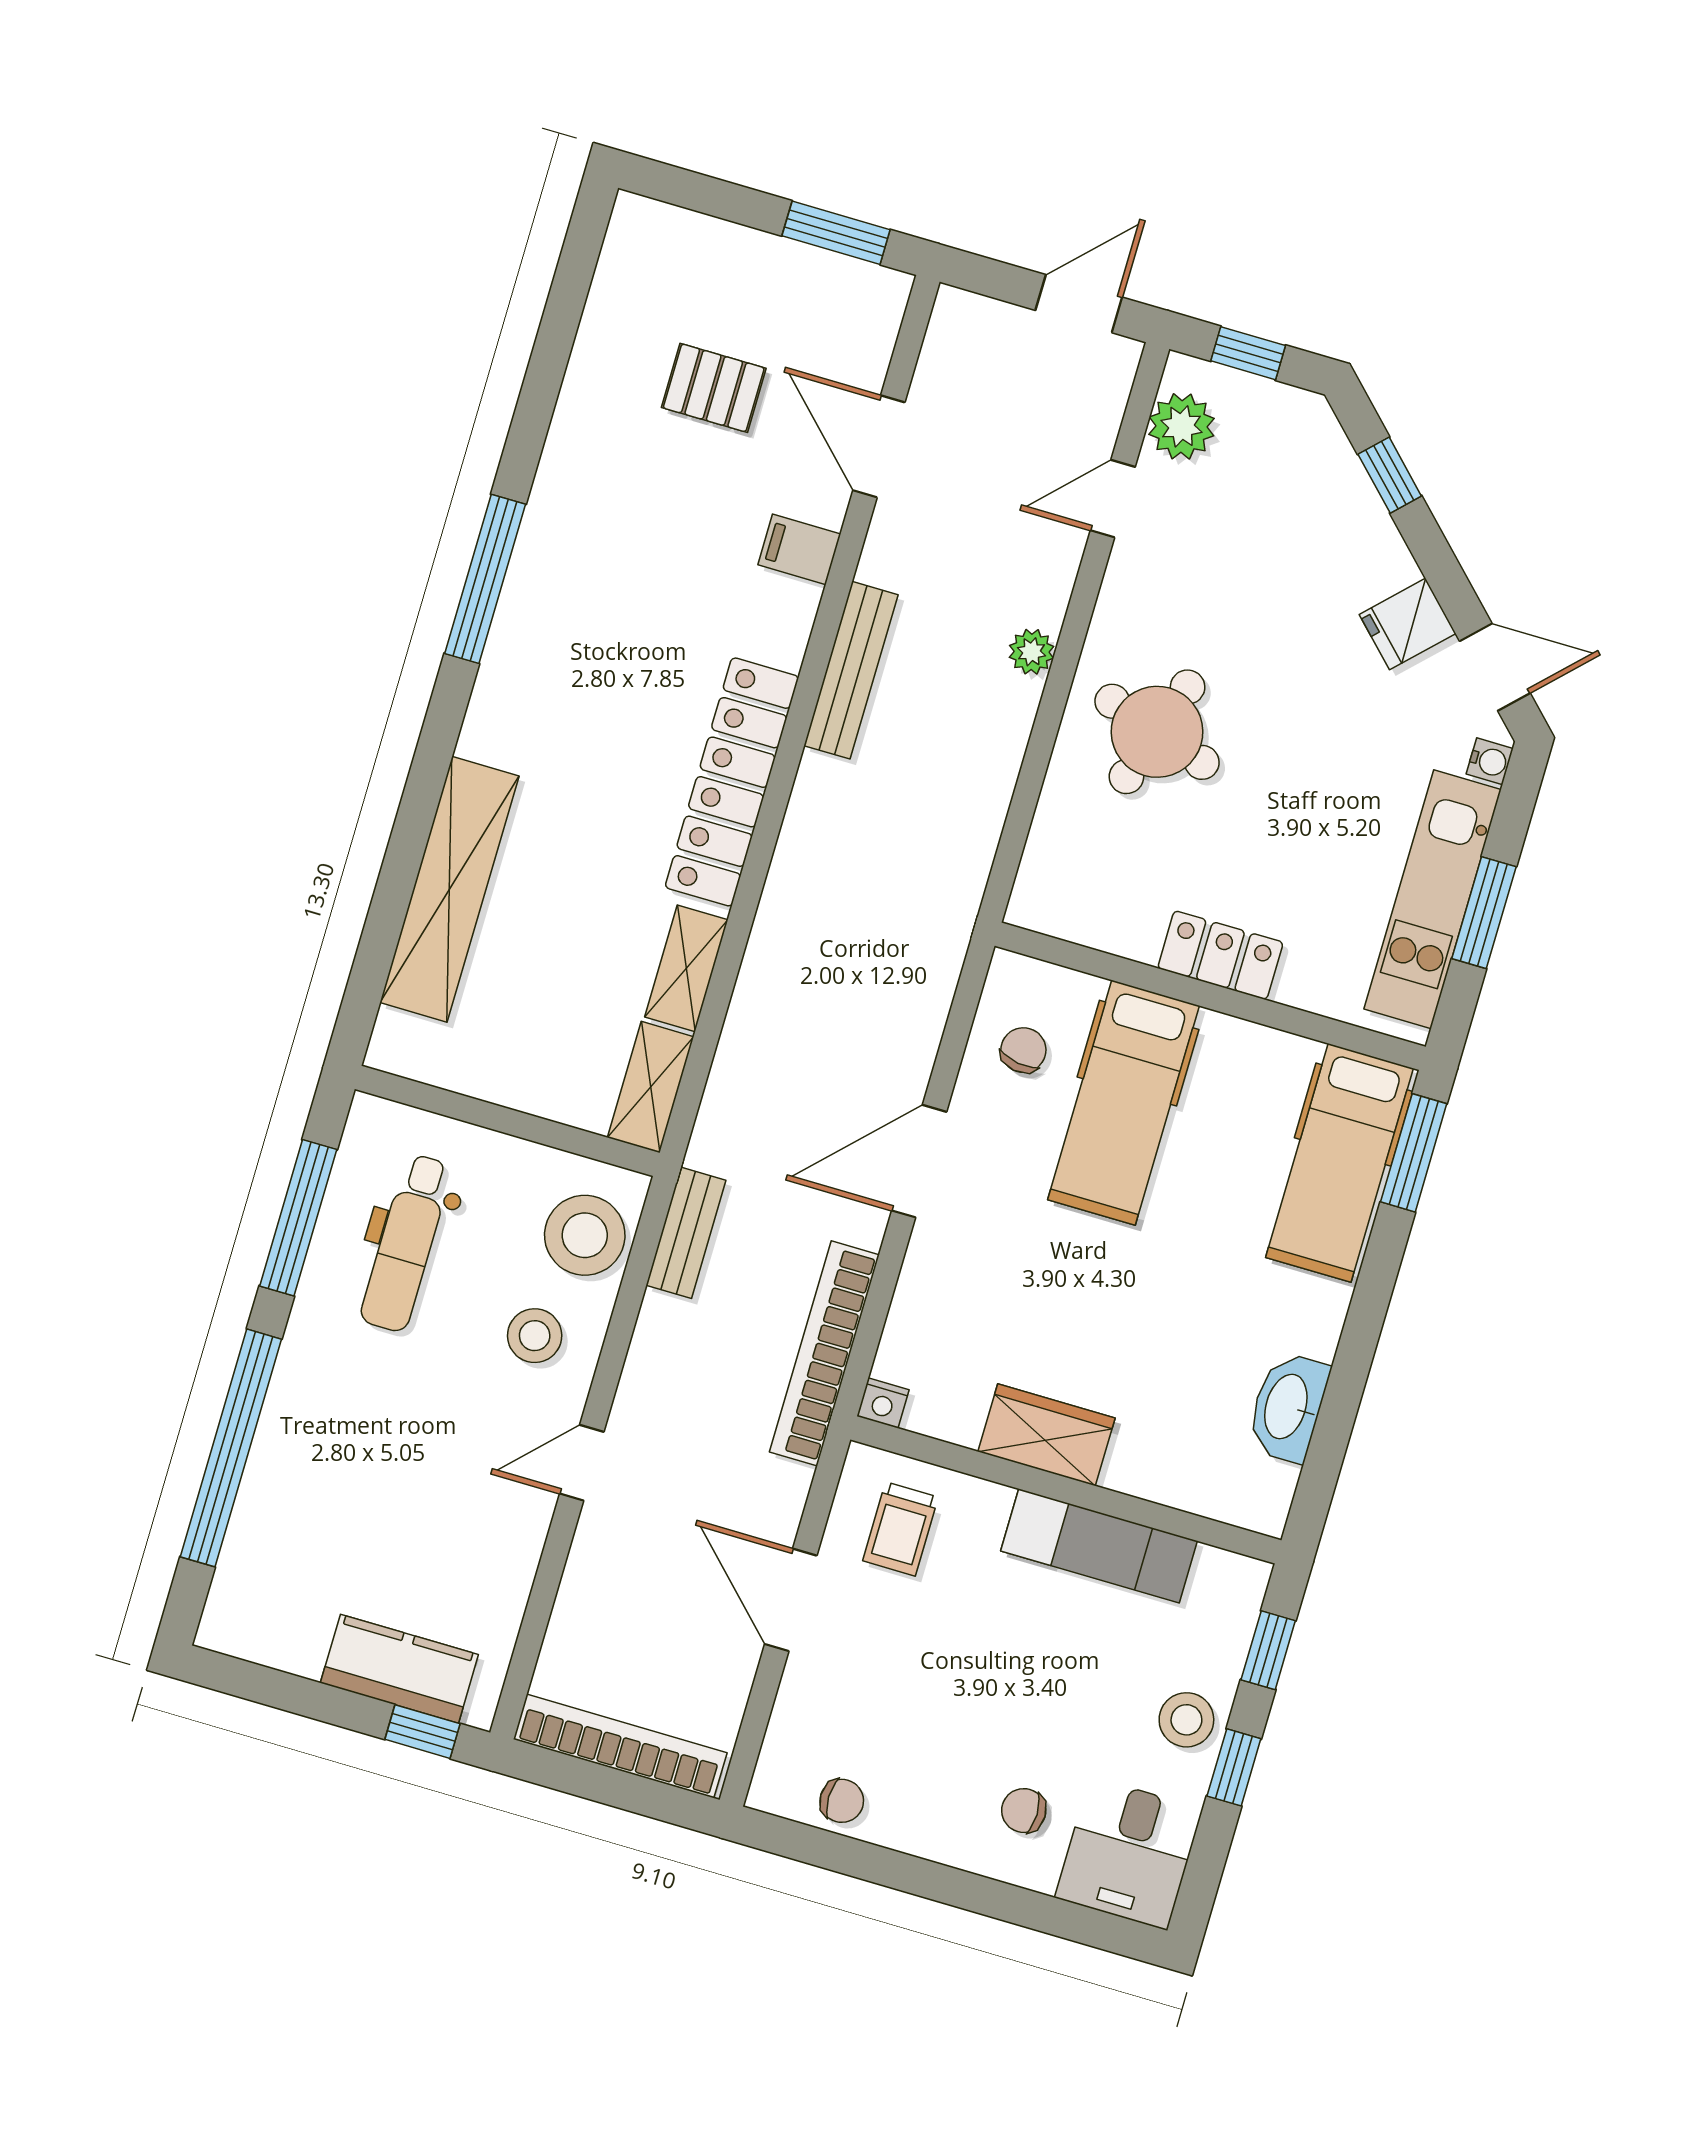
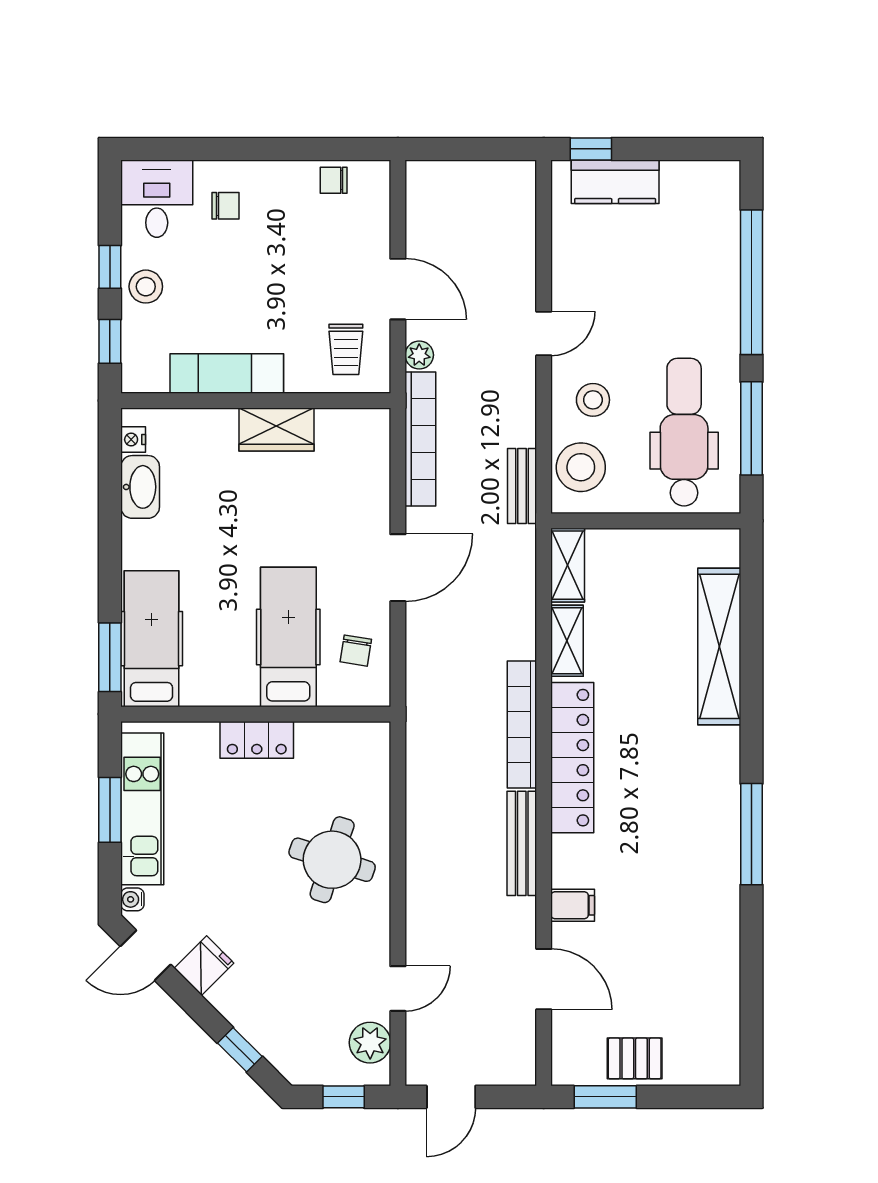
pallet: (714, 388) -> (635, 1058), moved
plant: (1032, 652) -> (419, 355), moved
dental chair: (406, 1243) -> (684, 432), width x1.36, depth x1.38
nightstand: (883, 1403) -> (133, 440), moved, turned -90
trolley: (900, 1529) -> (346, 349), turned 180
bookcase: (620, 1746) -> (522, 725), moved, turned 90

